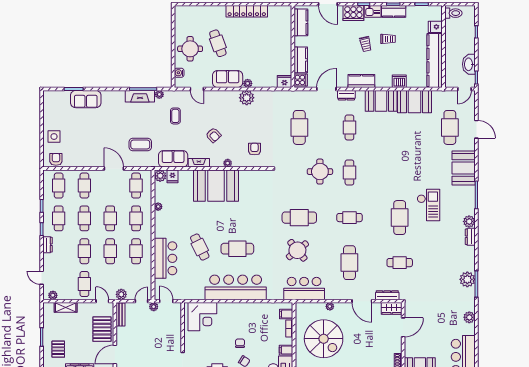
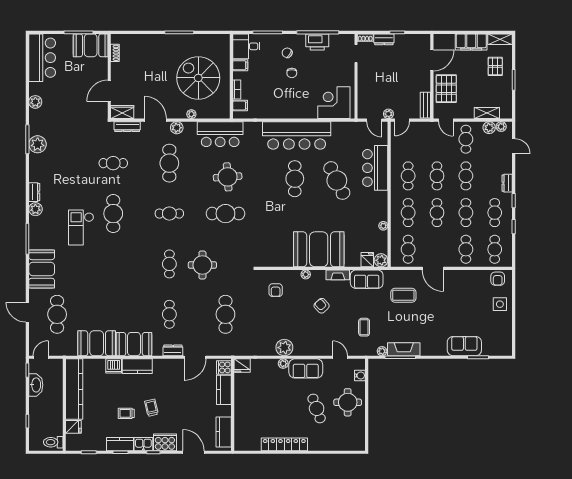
kitchen counter: (361, 81) -> (137, 366), moved
cafe table: (200, 247) -> (337, 181), width x1.37, depth x1.35
cafe table: (237, 249) -> (295, 179), turned 90
round table: (297, 250) -> (228, 177), turned 35
plant: (121, 294) -> (489, 128), moved
plant: (343, 294) -> (177, 128), added

